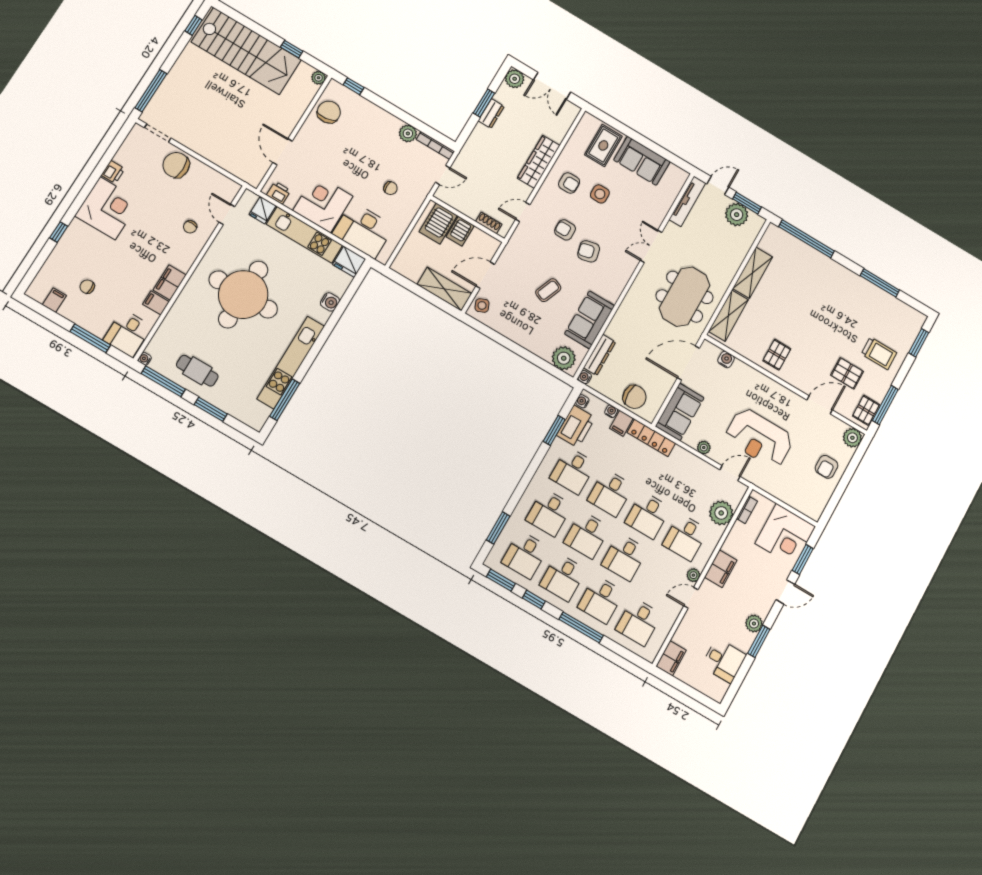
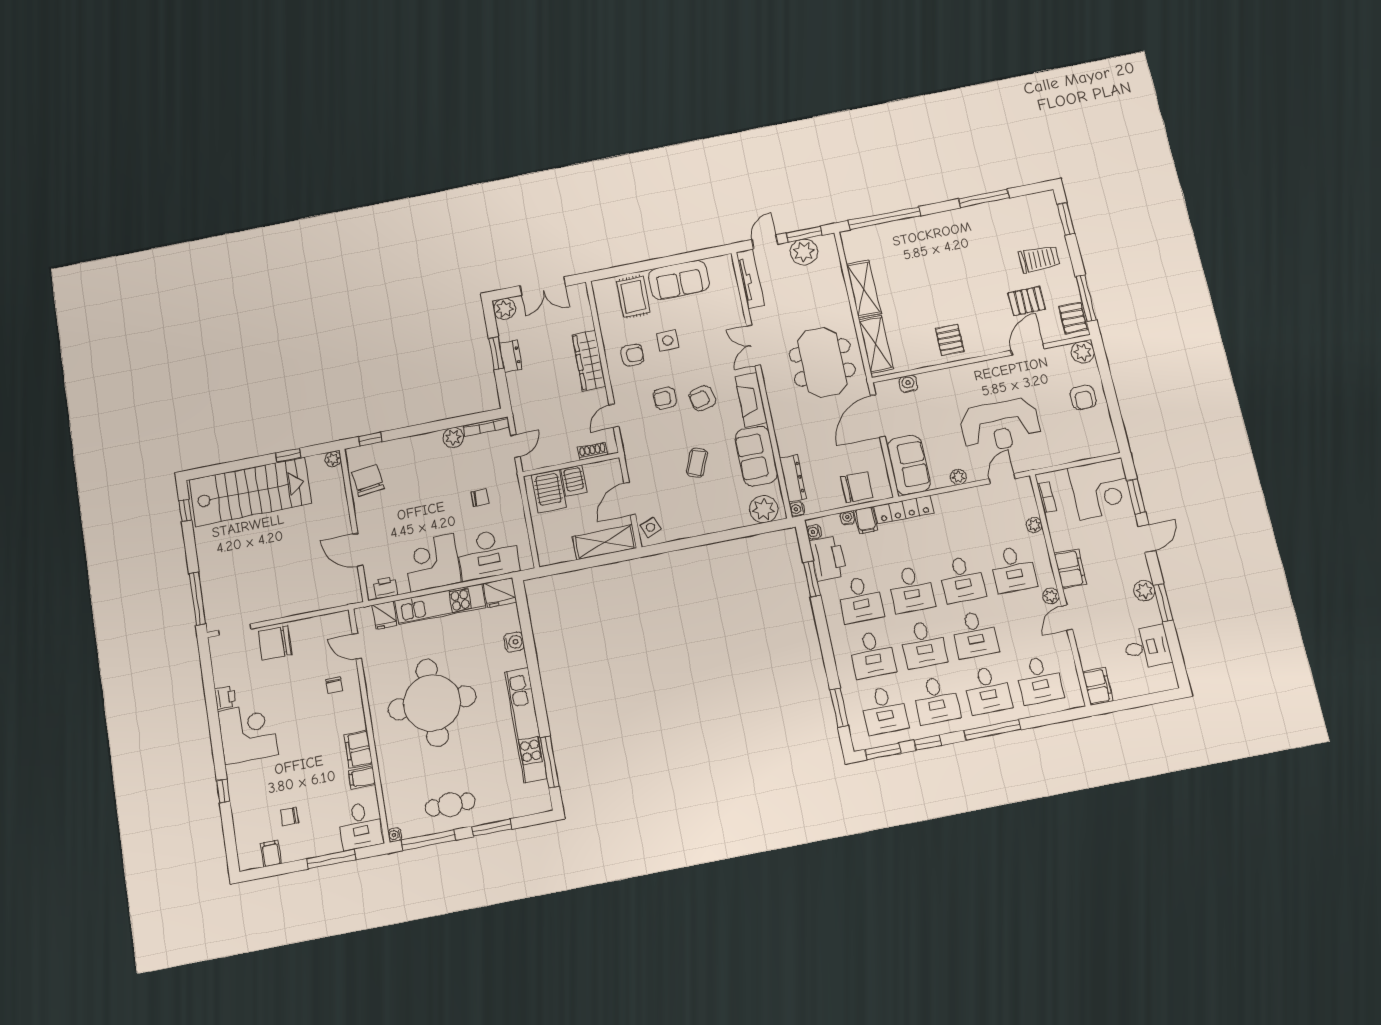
fireplace: (619, 280) -> (751, 399), added
plant: (721, 513) -> (1034, 525), width x0.53, depth x0.53

